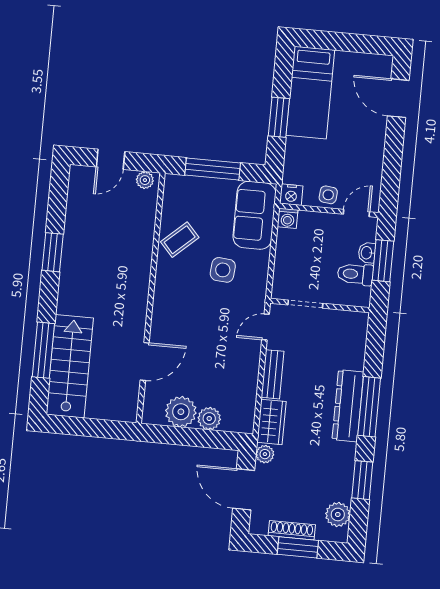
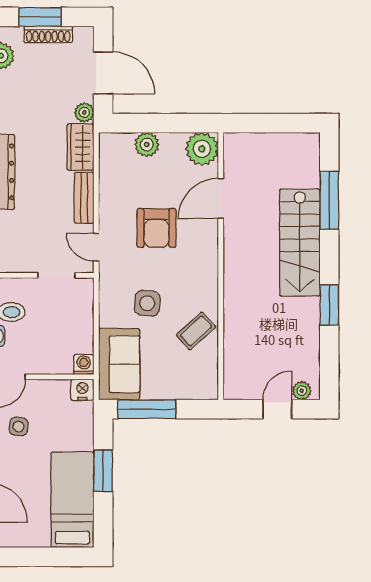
window: (213, 169) -> (147, 409), moved
plant: (145, 180) -> (302, 391), moved
side table: (328, 195) -> (19, 426), moved
door: (266, 327) -> (96, 247), swing flipped
armchair: (208, 340) -> (156, 228), added
stairs: (70, 366) -> (300, 243), moved
plant: (181, 412) -> (202, 149), moved

